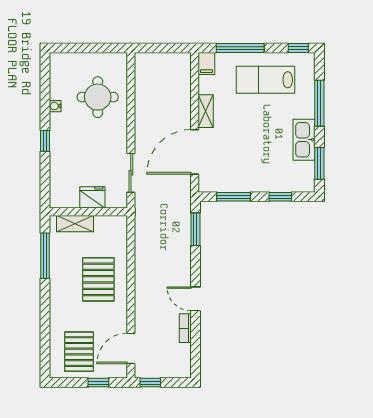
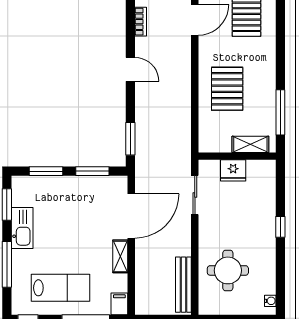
bench: (142, 83) -> (183, 285), added
water cooler: (55, 106) -> (270, 301), moved
window: (280, 197) -> (46, 171), width x1.50
bookcase: (185, 328) -> (141, 22), moved

